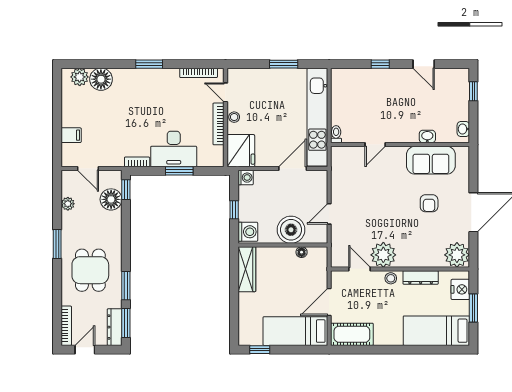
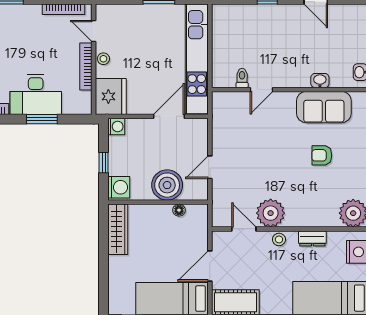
toilet: (336, 134) -> (242, 78), moved
armchair: (429, 203) -> (322, 155), turned 90
dresser: (421, 277) -> (312, 238), width x0.70

